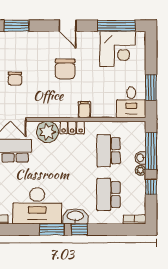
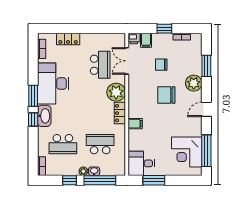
plant: (37, 41) -> (194, 83), added
chair: (65, 69) -> (166, 95), moved
school desk: (109, 195) -> (63, 144), turned 180

